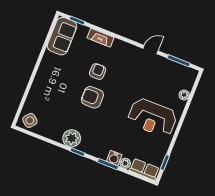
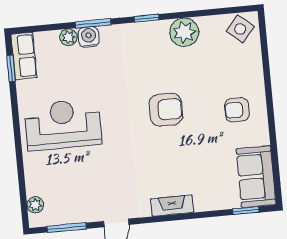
fireplace: (101, 38) -> (172, 206), moved
armchair: (98, 71) -> (237, 110), moved, turned 90
plant: (184, 95) -> (35, 205), moved
plant: (72, 138) -> (184, 32), moved
row of seats: (144, 169) -> (24, 56), moved, turned -90

